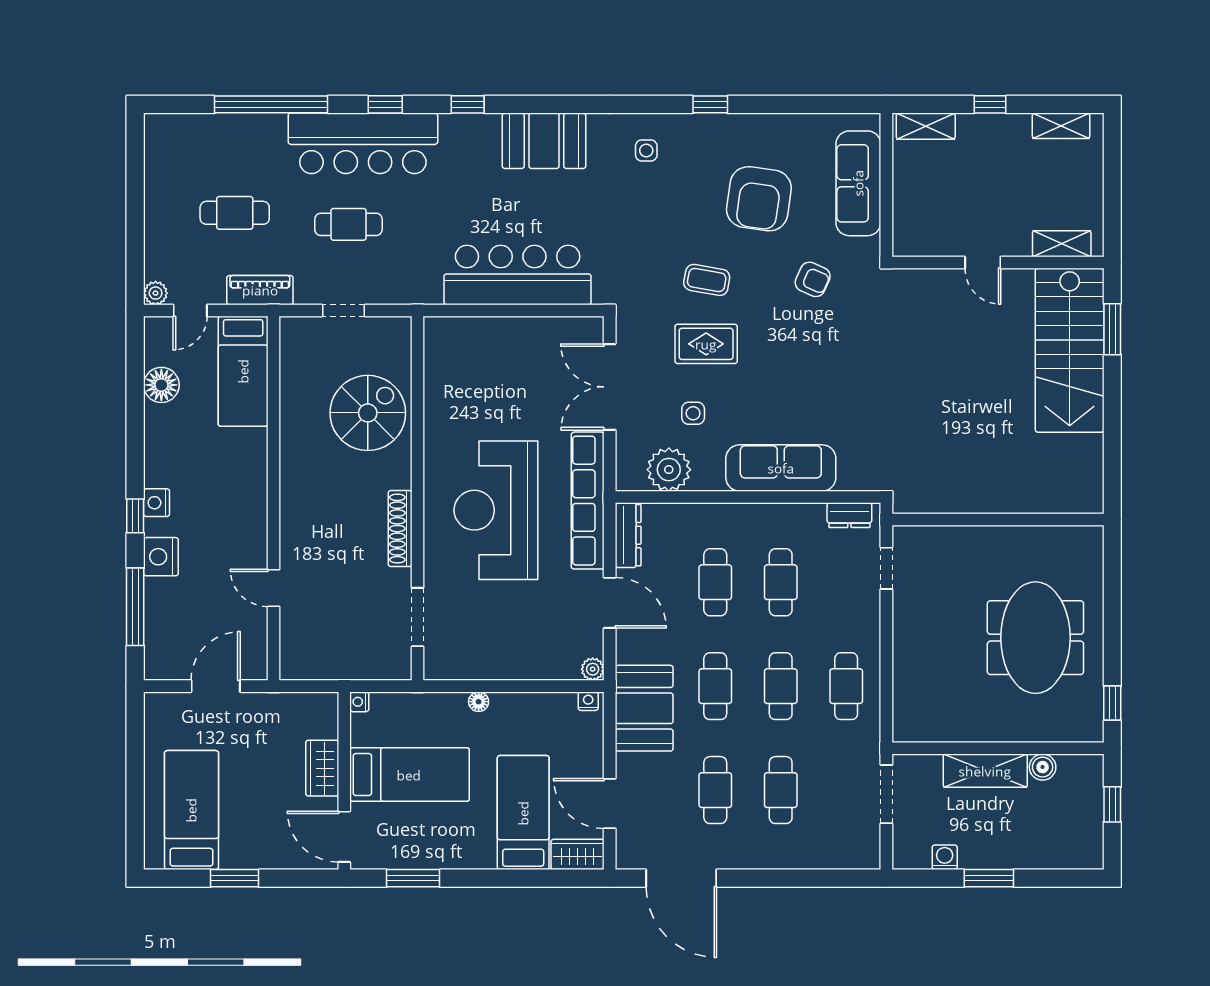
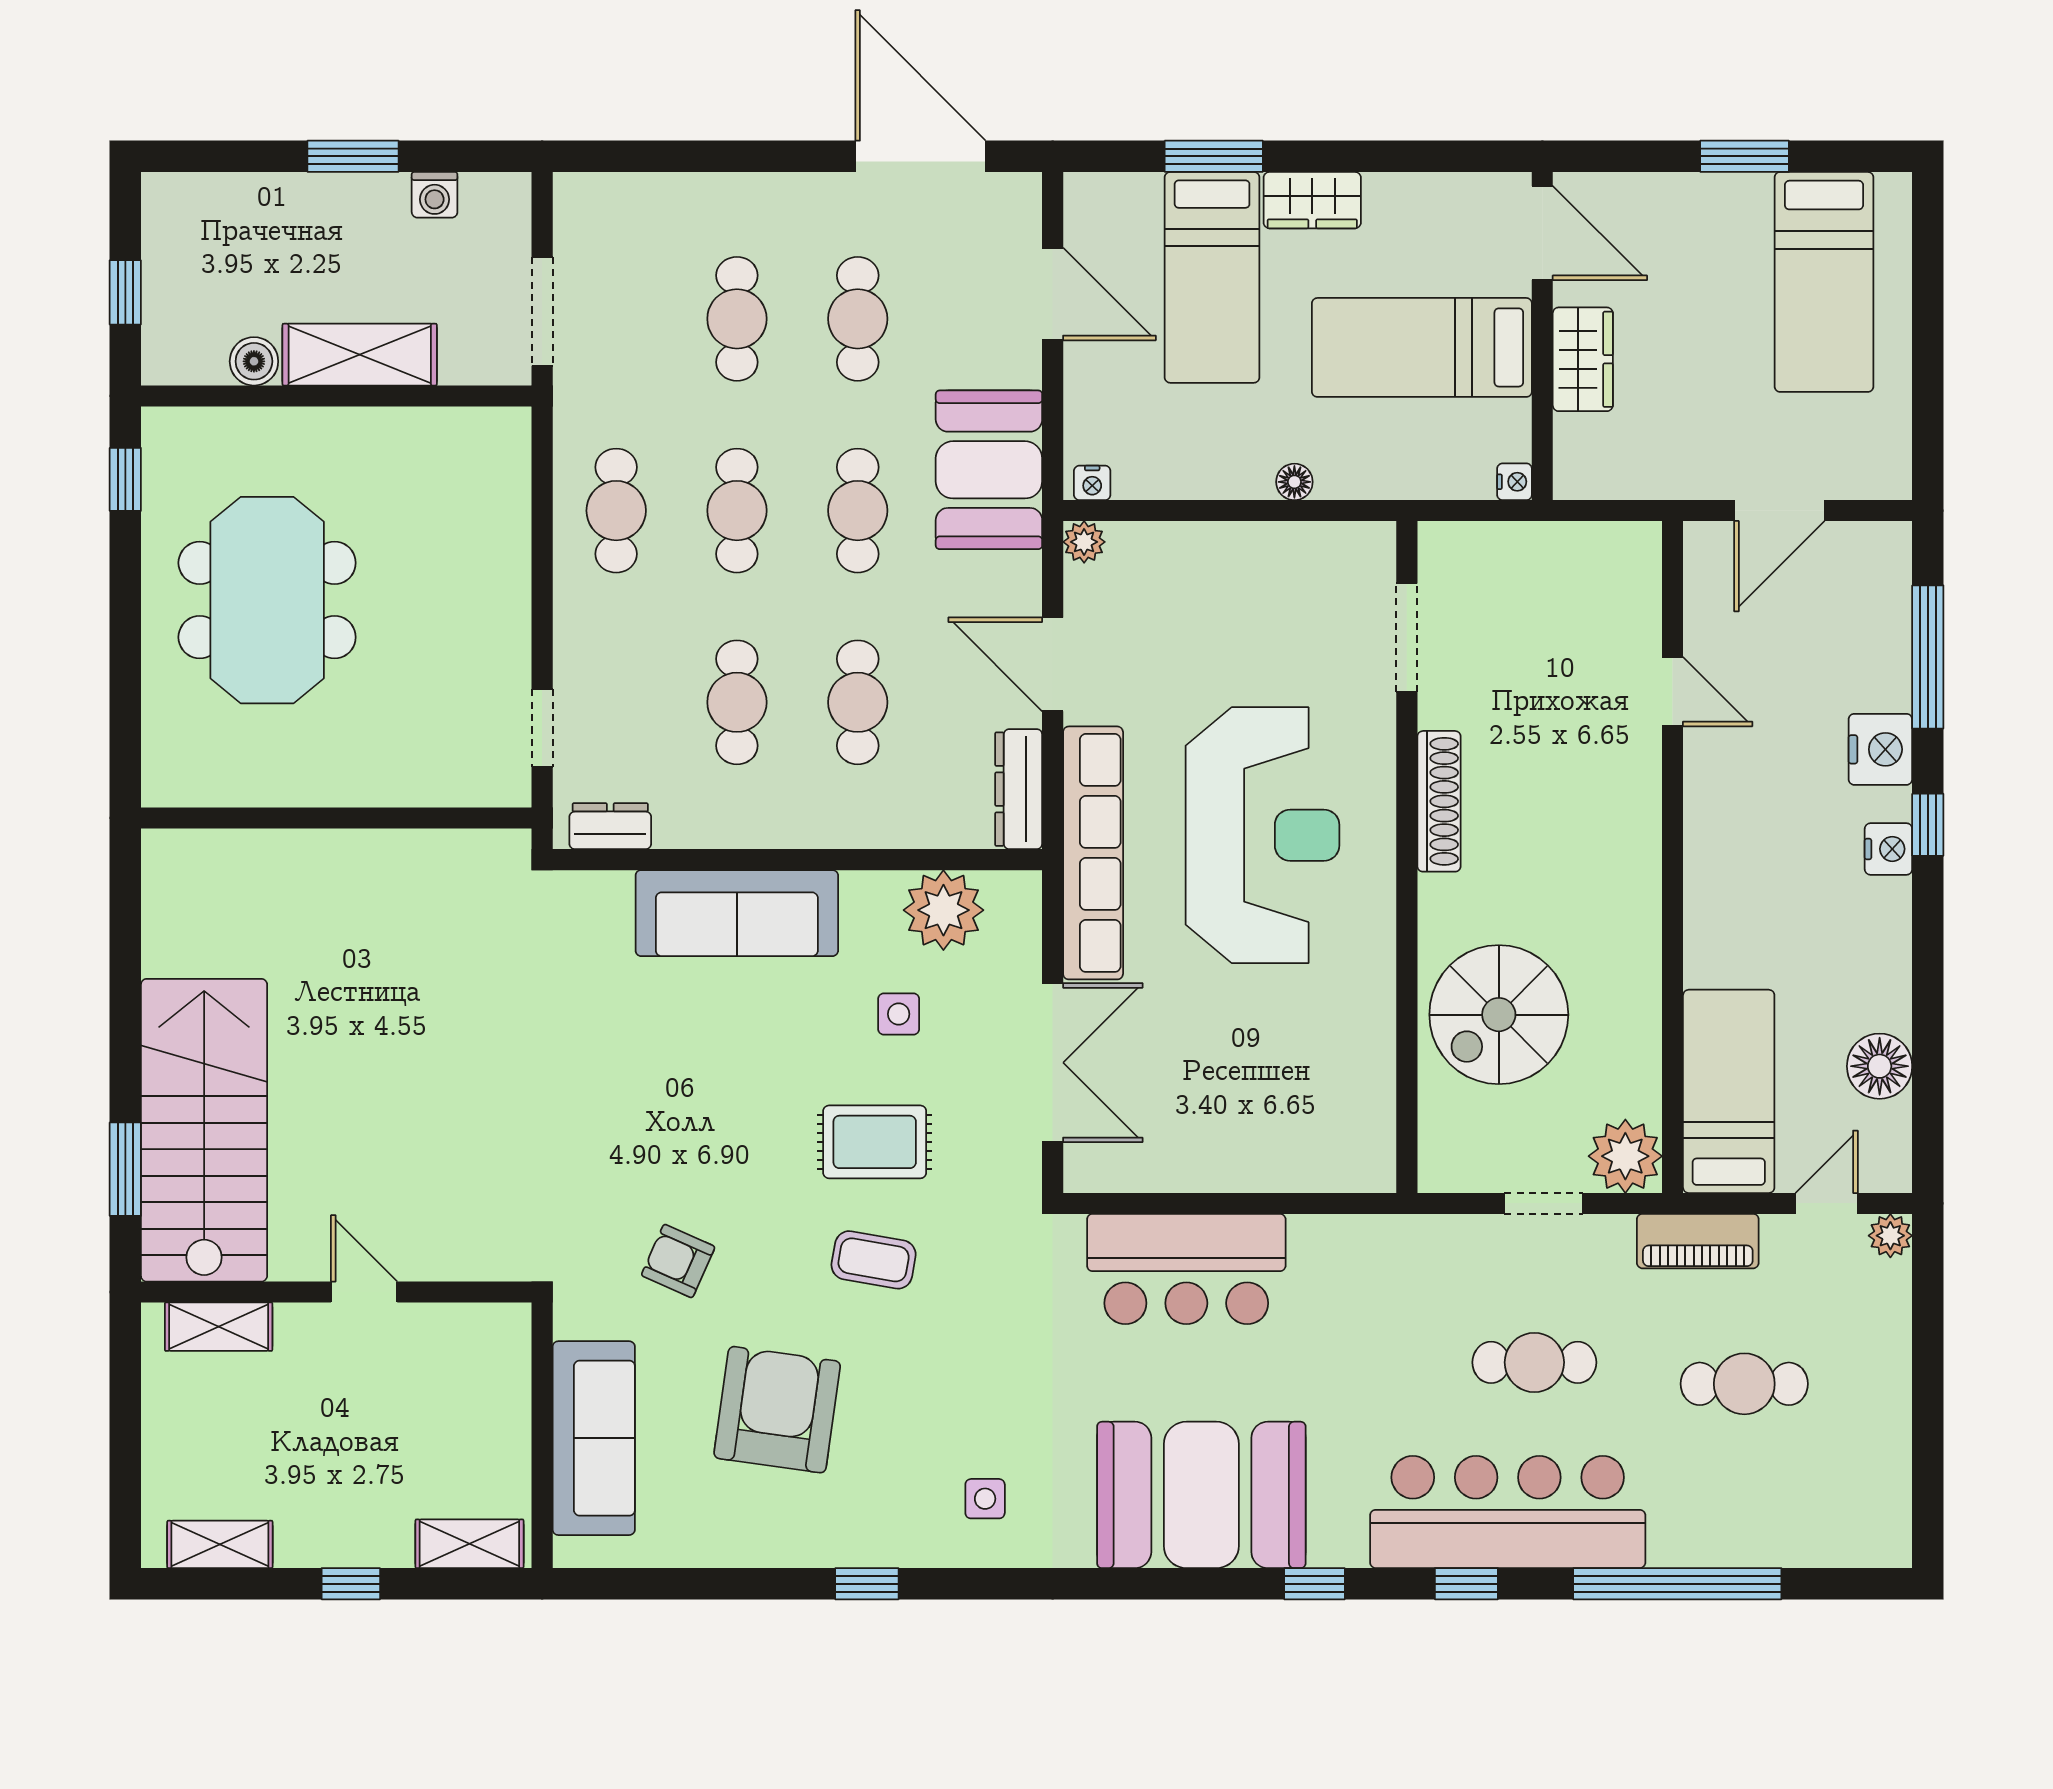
booth: (544, 141) -> (1201, 1495), width x1.36, depth x1.42
bar counter: (518, 275) -> (1186, 1269), width x0.73
plant: (299, 336) -> (1625, 1156), added
wardrobe: (578, 854) -> (1312, 200), moved
window: (413, 878) -> (1214, 156), moved

